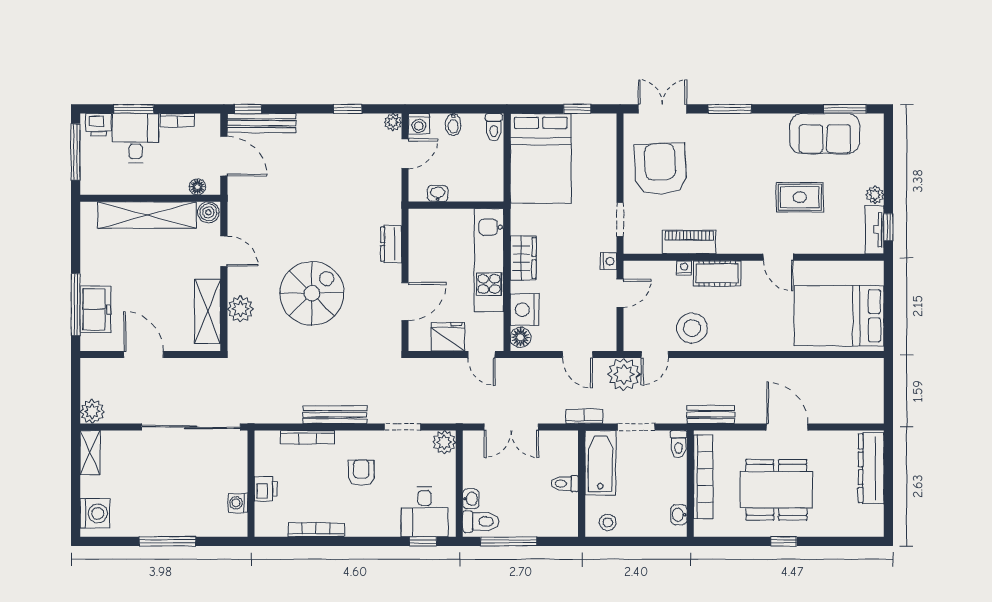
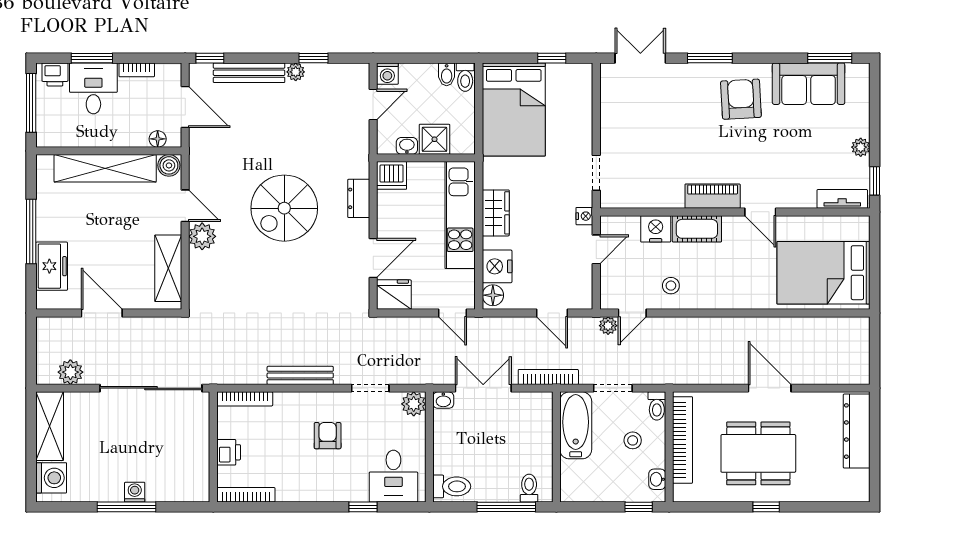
plant: (393, 122) -> (296, 72), moved
bench: (262, 123) -> (249, 73), moved
bidet: (453, 125) -> (447, 74), moved
armchair: (660, 169) -> (741, 99), moved, width x0.73, depth x0.73
shower: (464, 187) -> (434, 139), added
rug: (800, 197) -> (783, 150), removed
dishwasher: (423, 222) -> (392, 175), added
tv unit: (875, 230) -> (842, 199), moved, turned 90
piano: (689, 242) -> (713, 196), moved
nightstand: (684, 268) -> (656, 229), width x1.89, depth x1.79
spiral stairs: (312, 293) -> (284, 208), moved, turned 180
window: (76, 305) -> (31, 231), moved
plant: (240, 309) -> (202, 236), moved
stool: (692, 328) -> (671, 286), width x0.53, depth x0.53
fridge: (448, 337) -> (394, 295), moved
plant: (624, 374) -> (608, 326), width x0.53, depth x0.53
plant: (92, 411) -> (70, 372), moved
bench: (711, 414) -> (690, 375), removed
bookcase: (584, 416) -> (548, 377), width x1.56
double door: (511, 427) -> (483, 388), swing flipped
bookcase: (307, 437) -> (245, 399), moved
shelving: (90, 453) -> (50, 426), width x1.50, depth x1.33
toilet: (565, 484) -> (529, 488), moved, turned 90
washbasin: (471, 499) -> (443, 400), moved, turned 90
washing machine: (238, 503) -> (135, 492), moved, turned 90
stool: (608, 522) -> (633, 440), moved
bookcase: (316, 530) -> (246, 495), moved
window: (423, 541) -> (363, 507), moved
window: (509, 541) -> (506, 507), moved
window: (661, 541) -> (639, 507), added

